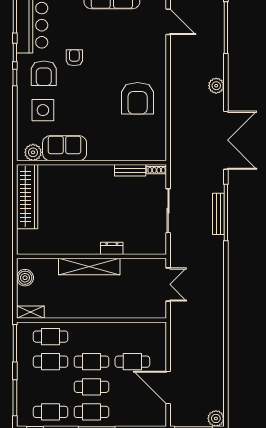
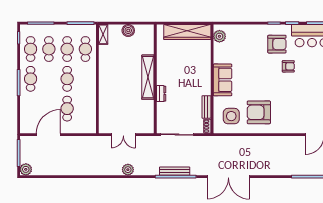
armchair: (44, 73) -> (277, 44), turned 180
plant: (216, 86) -> (128, 170), moved
side table: (43, 110) -> (231, 116), moved
sofa: (65, 148) -> (222, 80), moved
dresser: (112, 248) -> (161, 94), moved
wall: (91, 256) -> (155, 79), moved
shelving: (89, 267) -> (148, 77), moved
cafe table: (91, 387) -> (49, 49), moved

